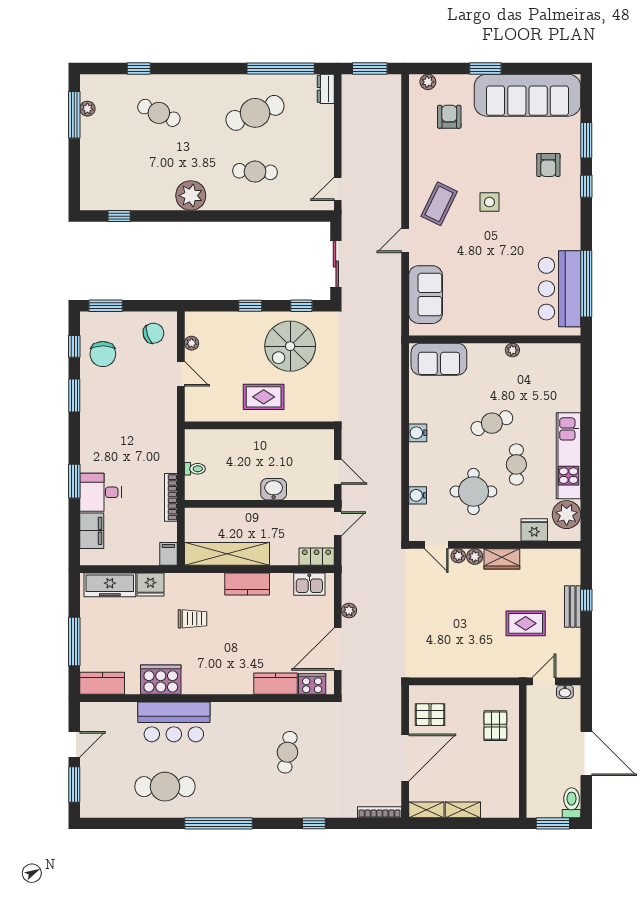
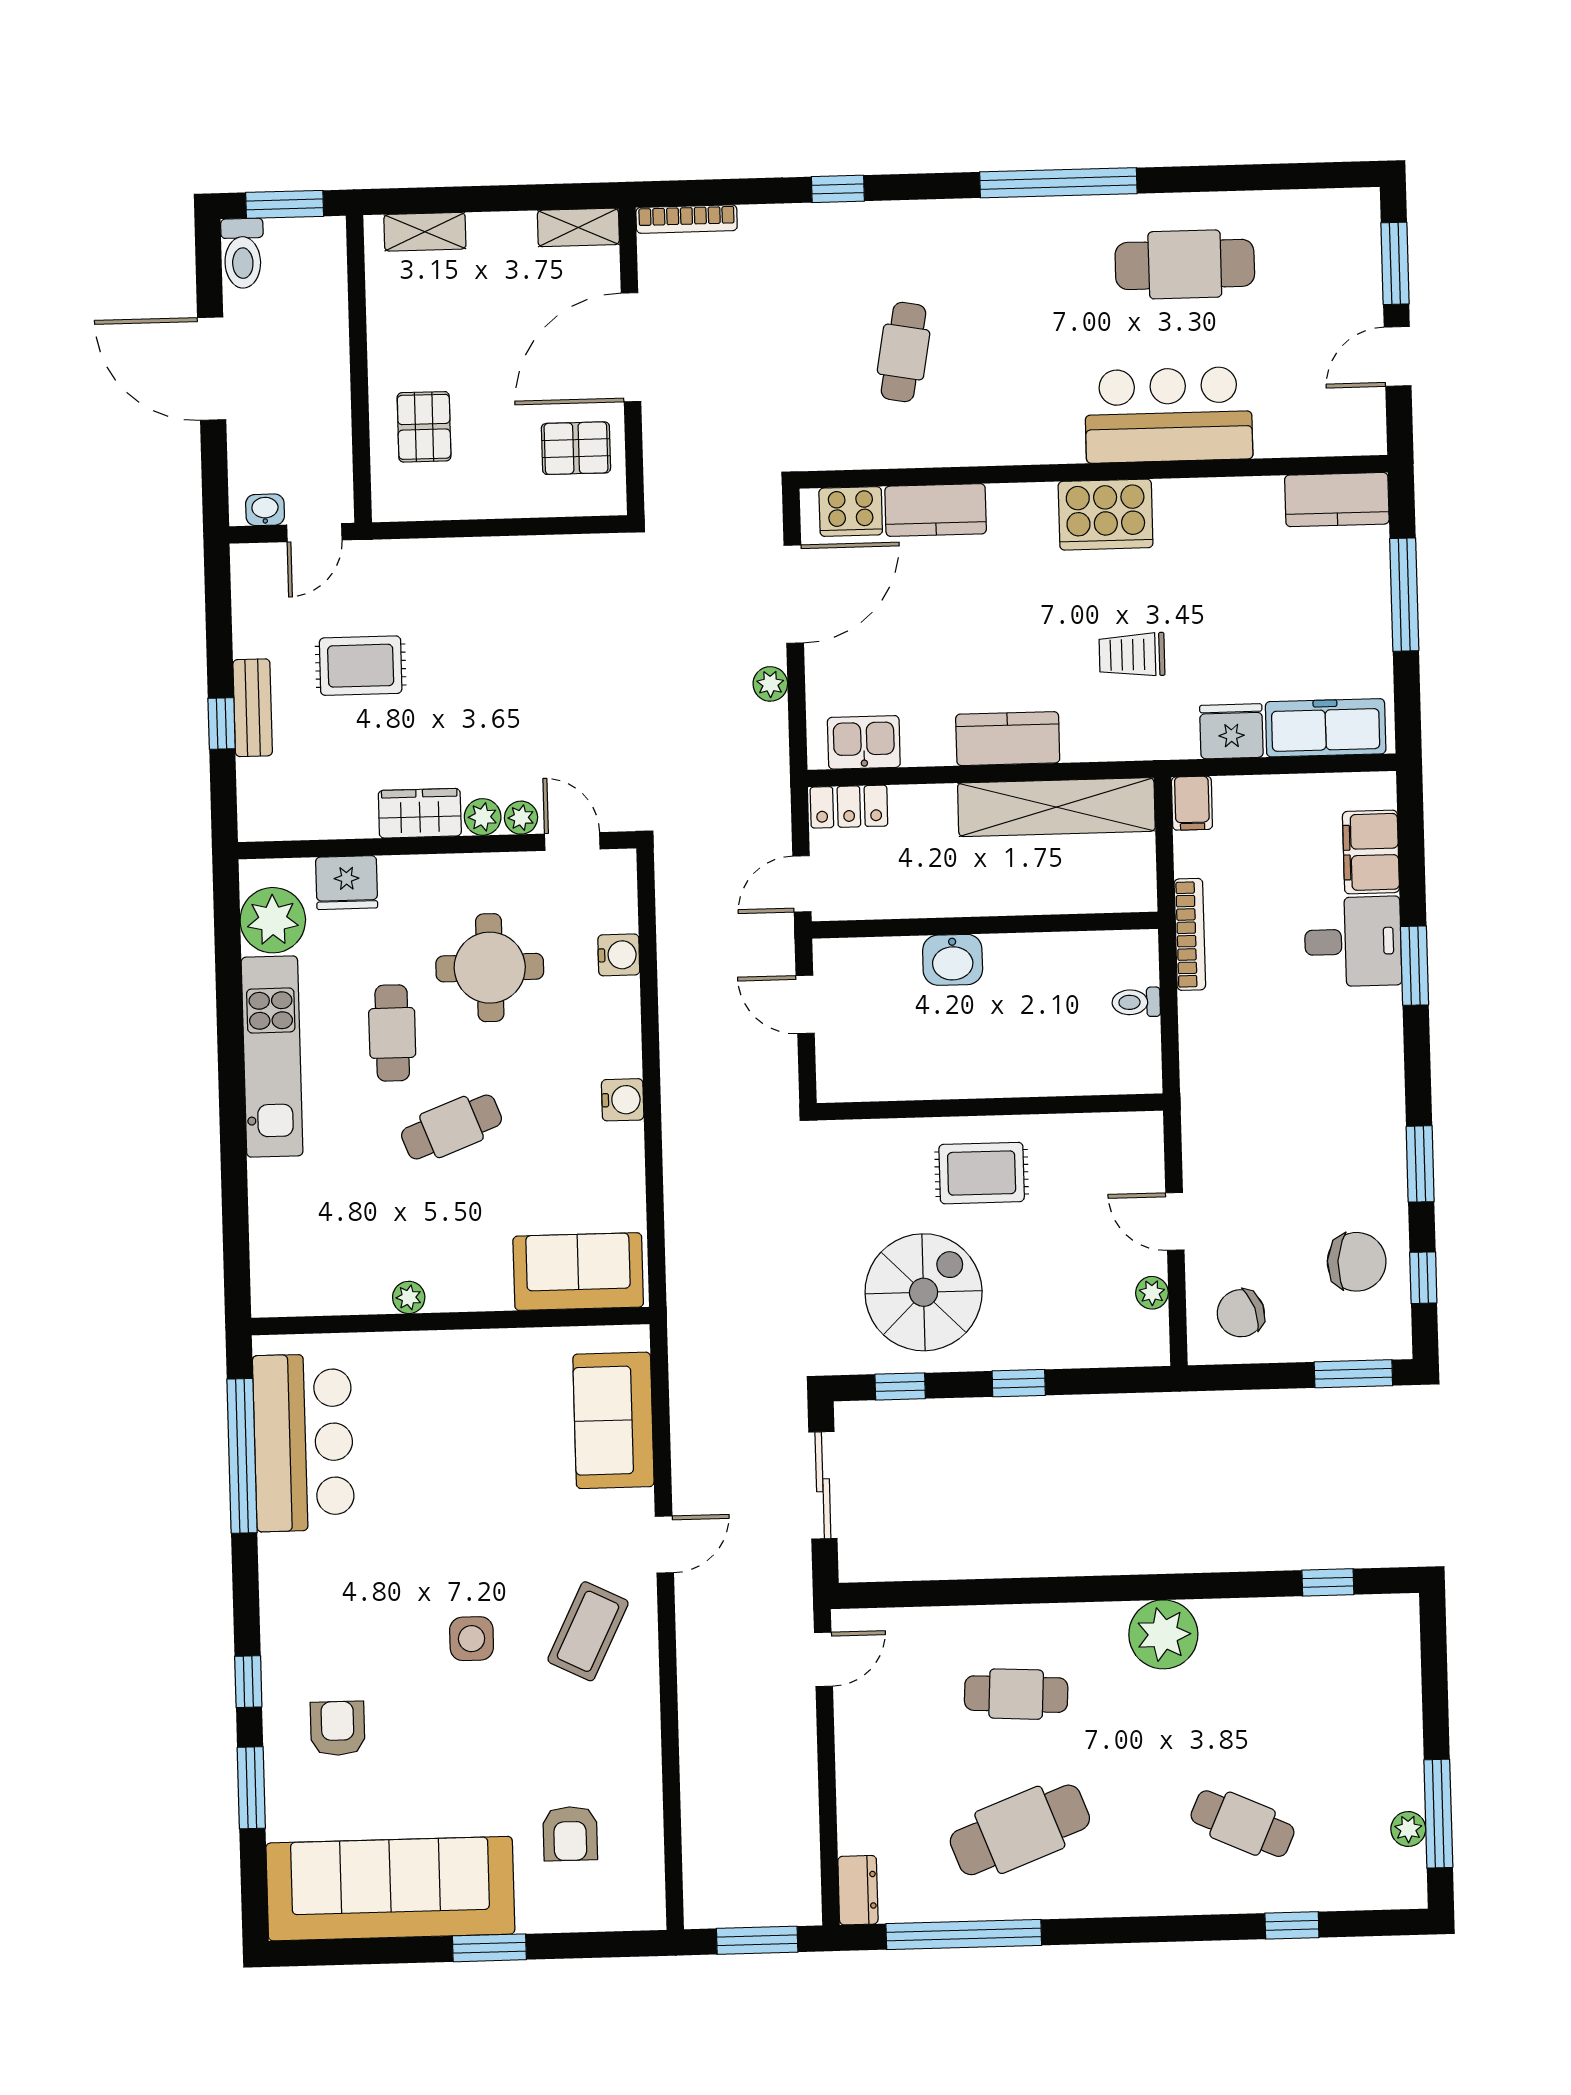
plant: (428, 82) -> (622, 1913), removed
chair: (103, 354) -> (1357, 1262), turned 94
cooker: (161, 680) -> (1106, 515), moved
shelving: (463, 810) -> (425, 232), moved

